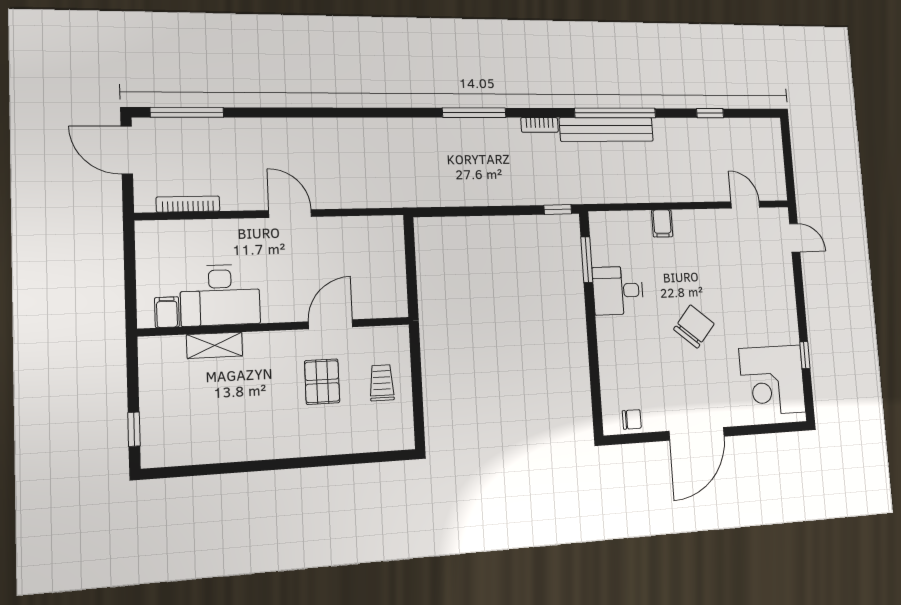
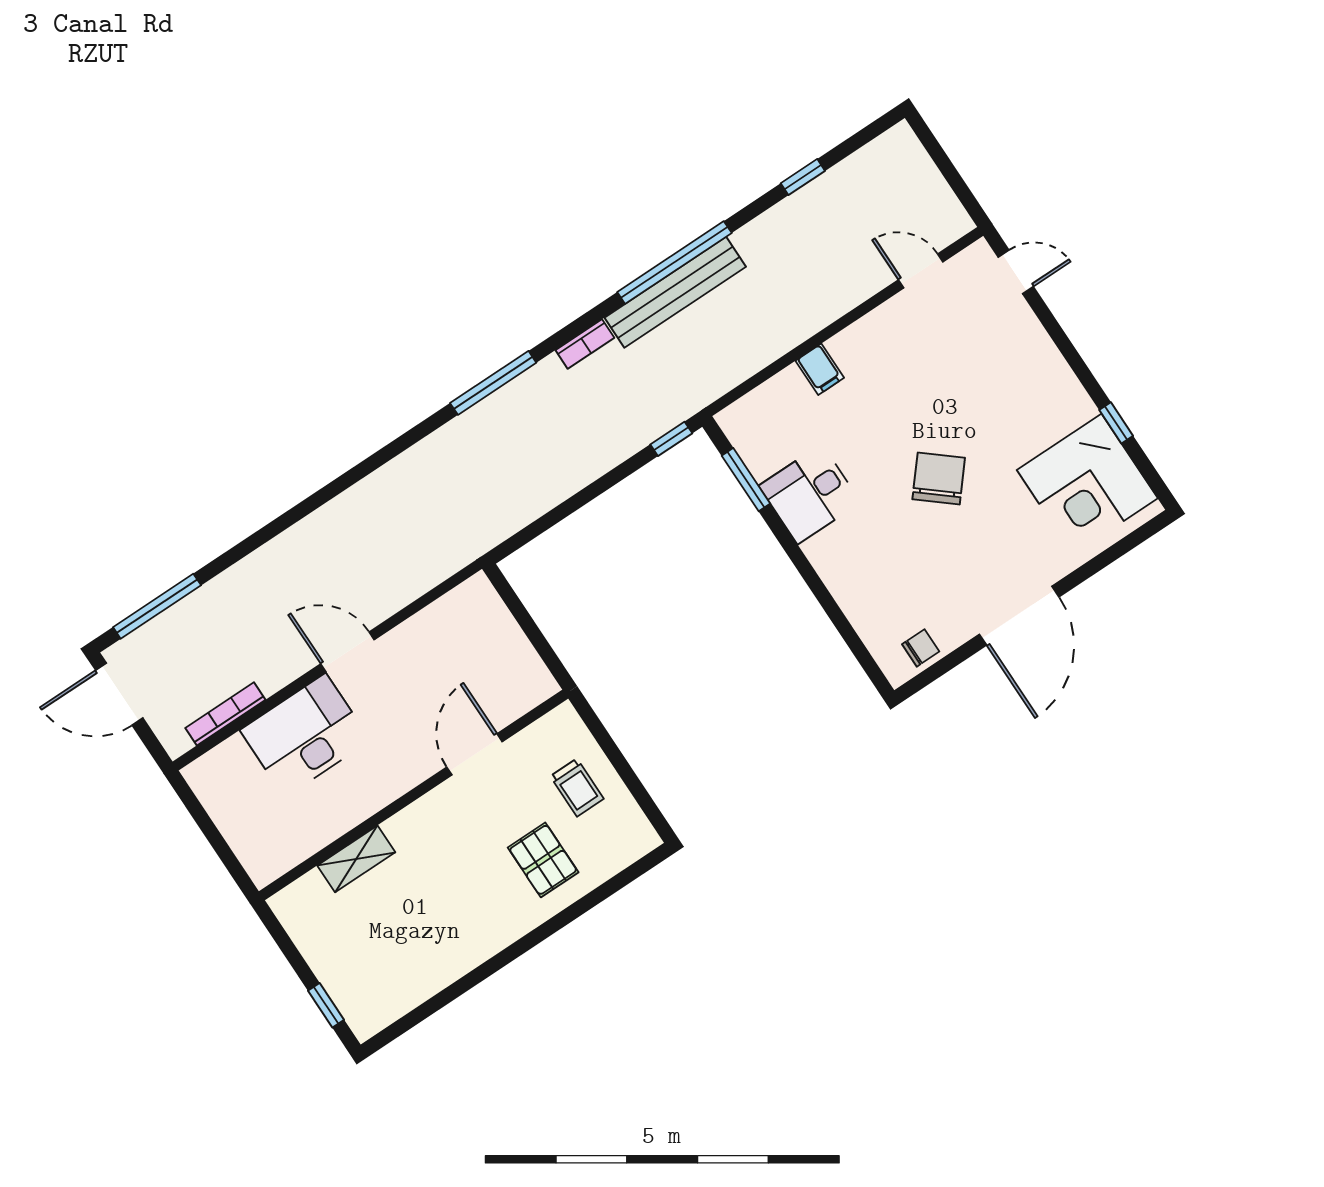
desk: (220, 295) -> (305, 735), moved, turned 180
filing cabinet: (167, 312) -> (280, 853), removed
pallet: (322, 382) -> (543, 860), moved
trolley: (382, 383) -> (577, 788), turned 180

